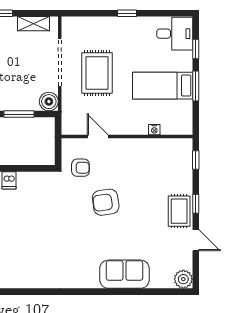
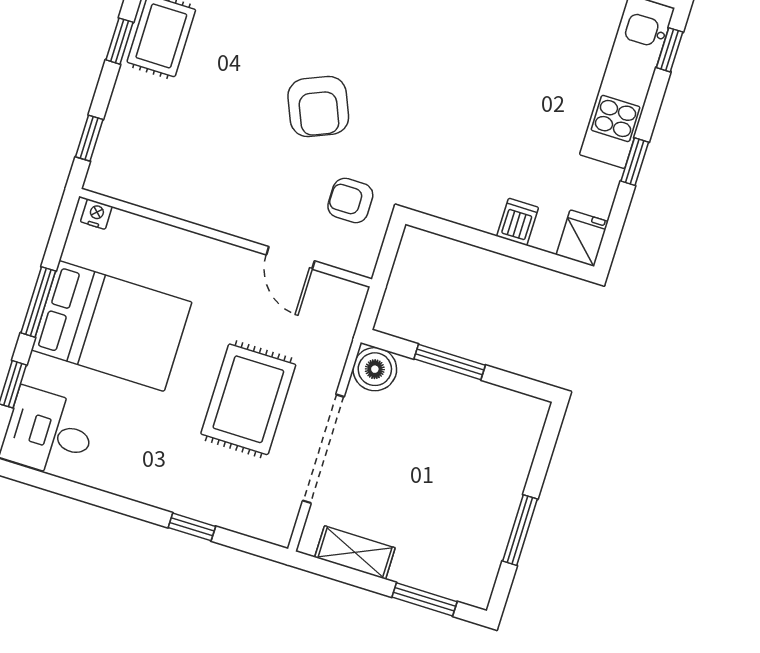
window: (127, 13) -> (192, 527), moved
bed: (163, 86) -> (112, 326), width x1.50
nightstand: (154, 130) -> (96, 214), moved
armchair: (106, 202) -> (318, 107), turned 75

